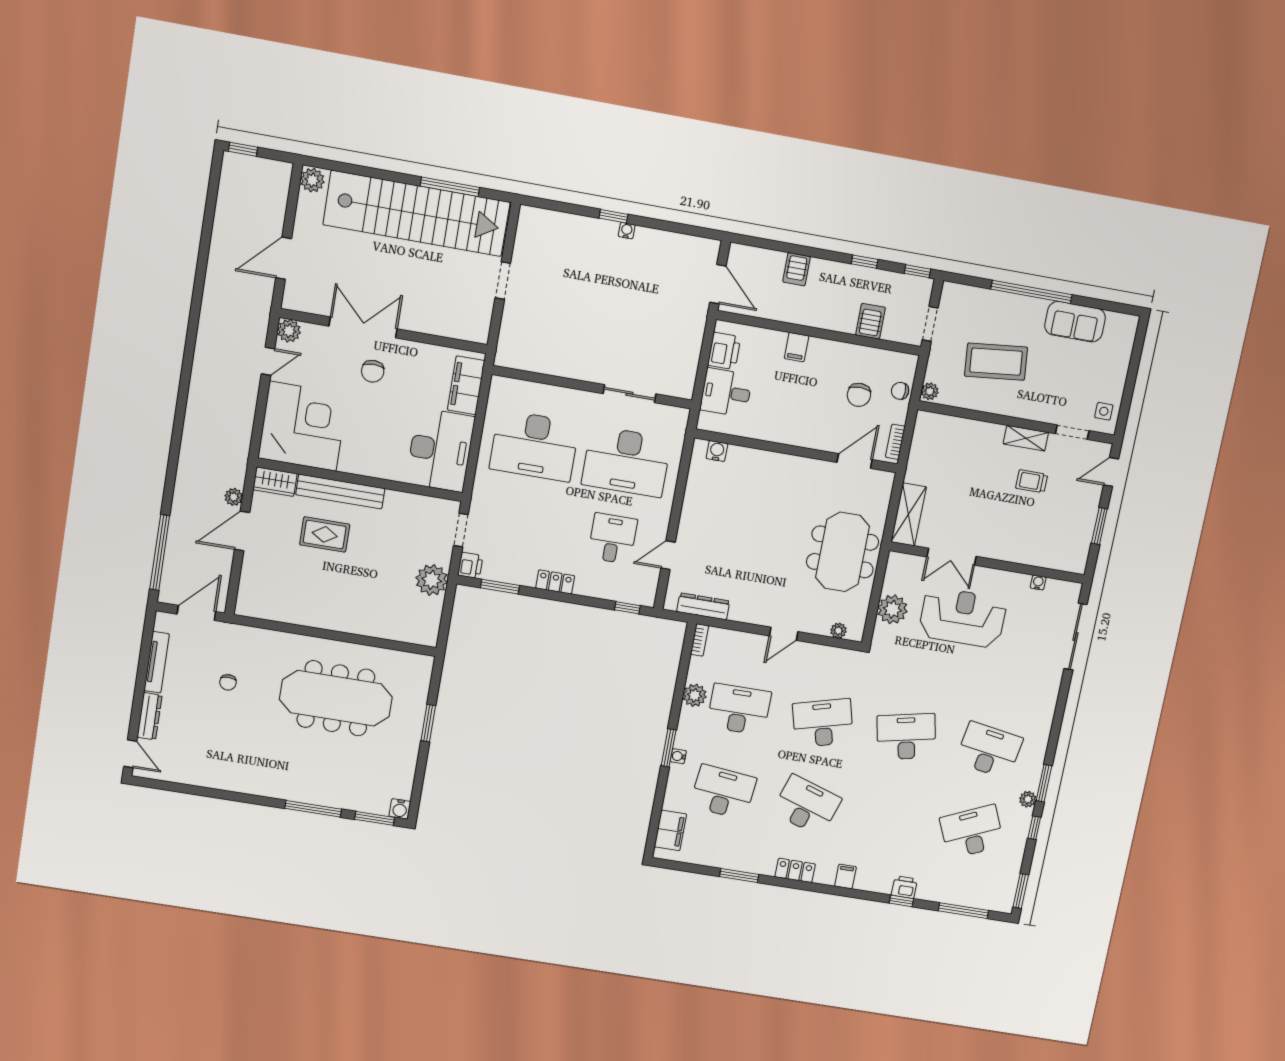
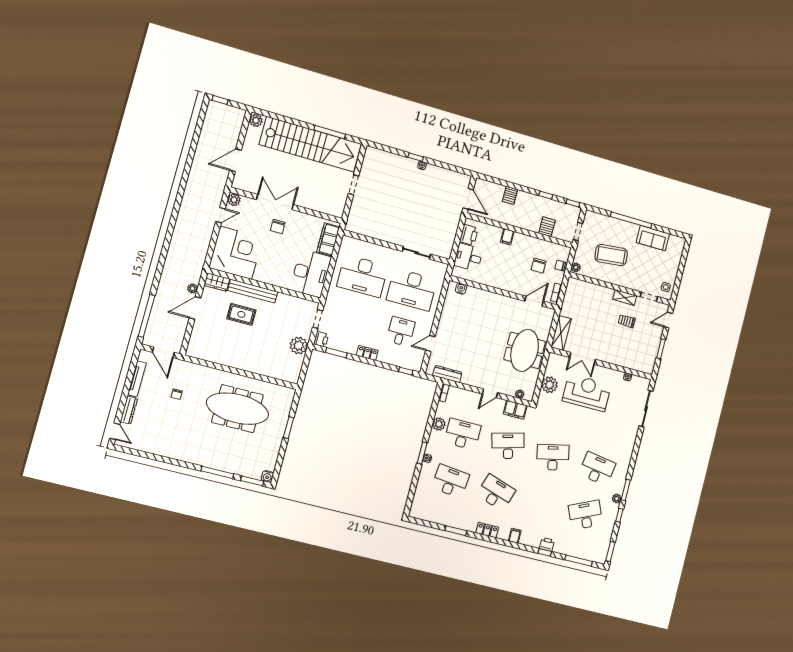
door: (196, 613) -> (163, 352), swing flipped
filing cabinet: (670, 830) -> (515, 410), moved, turned 90

